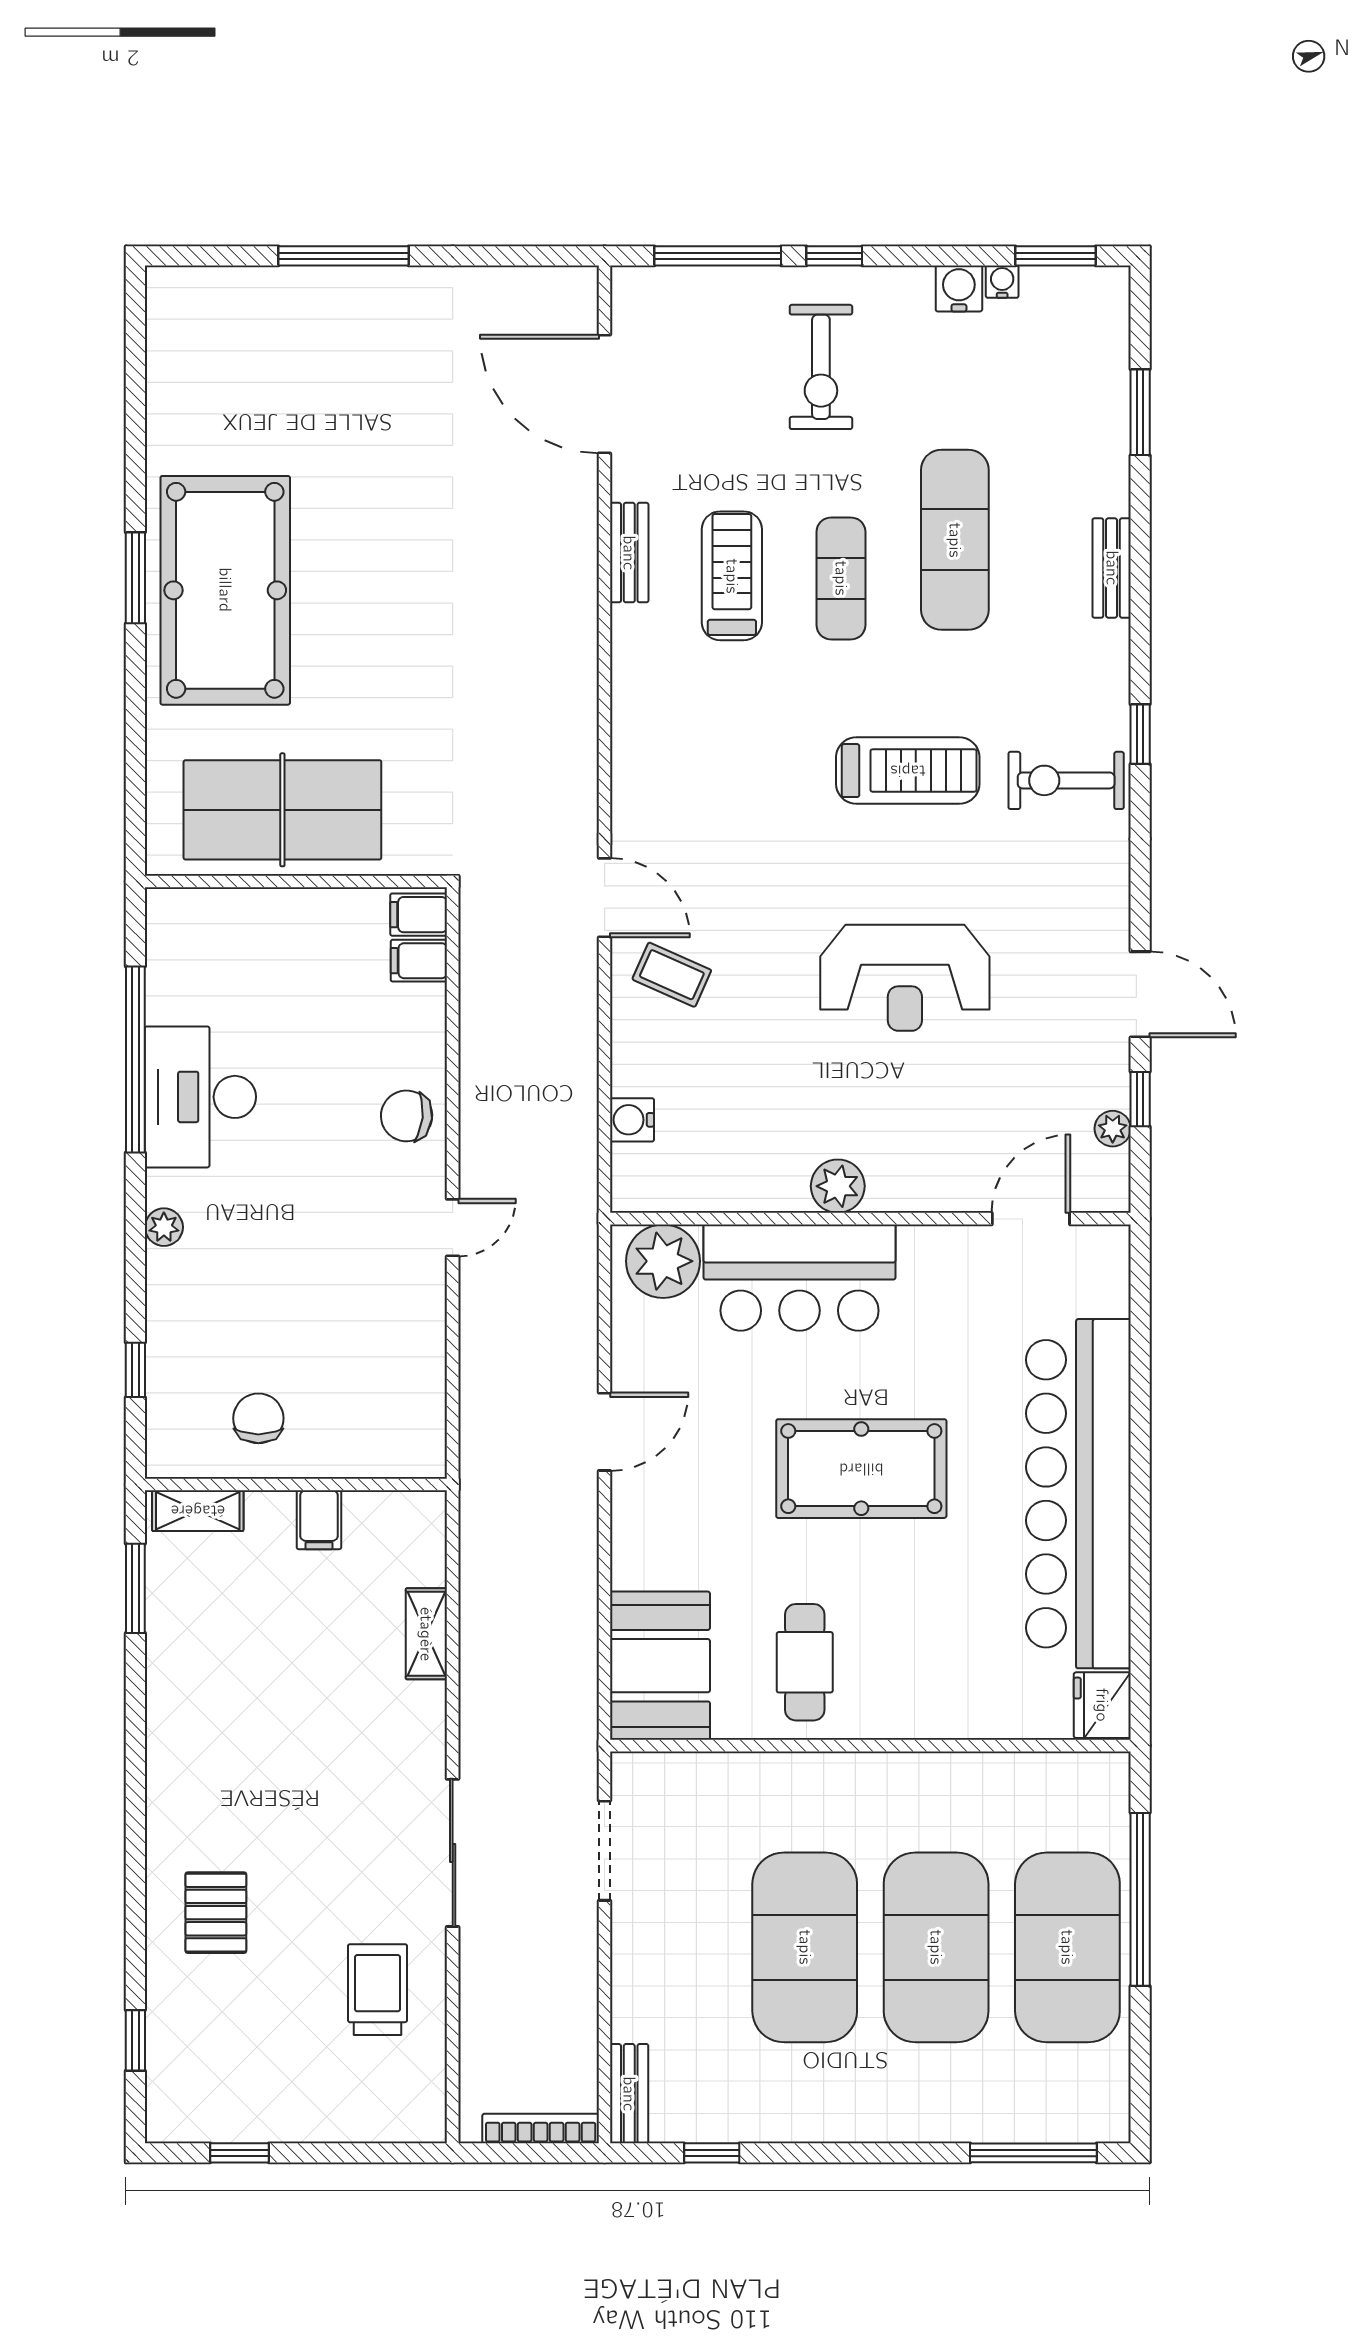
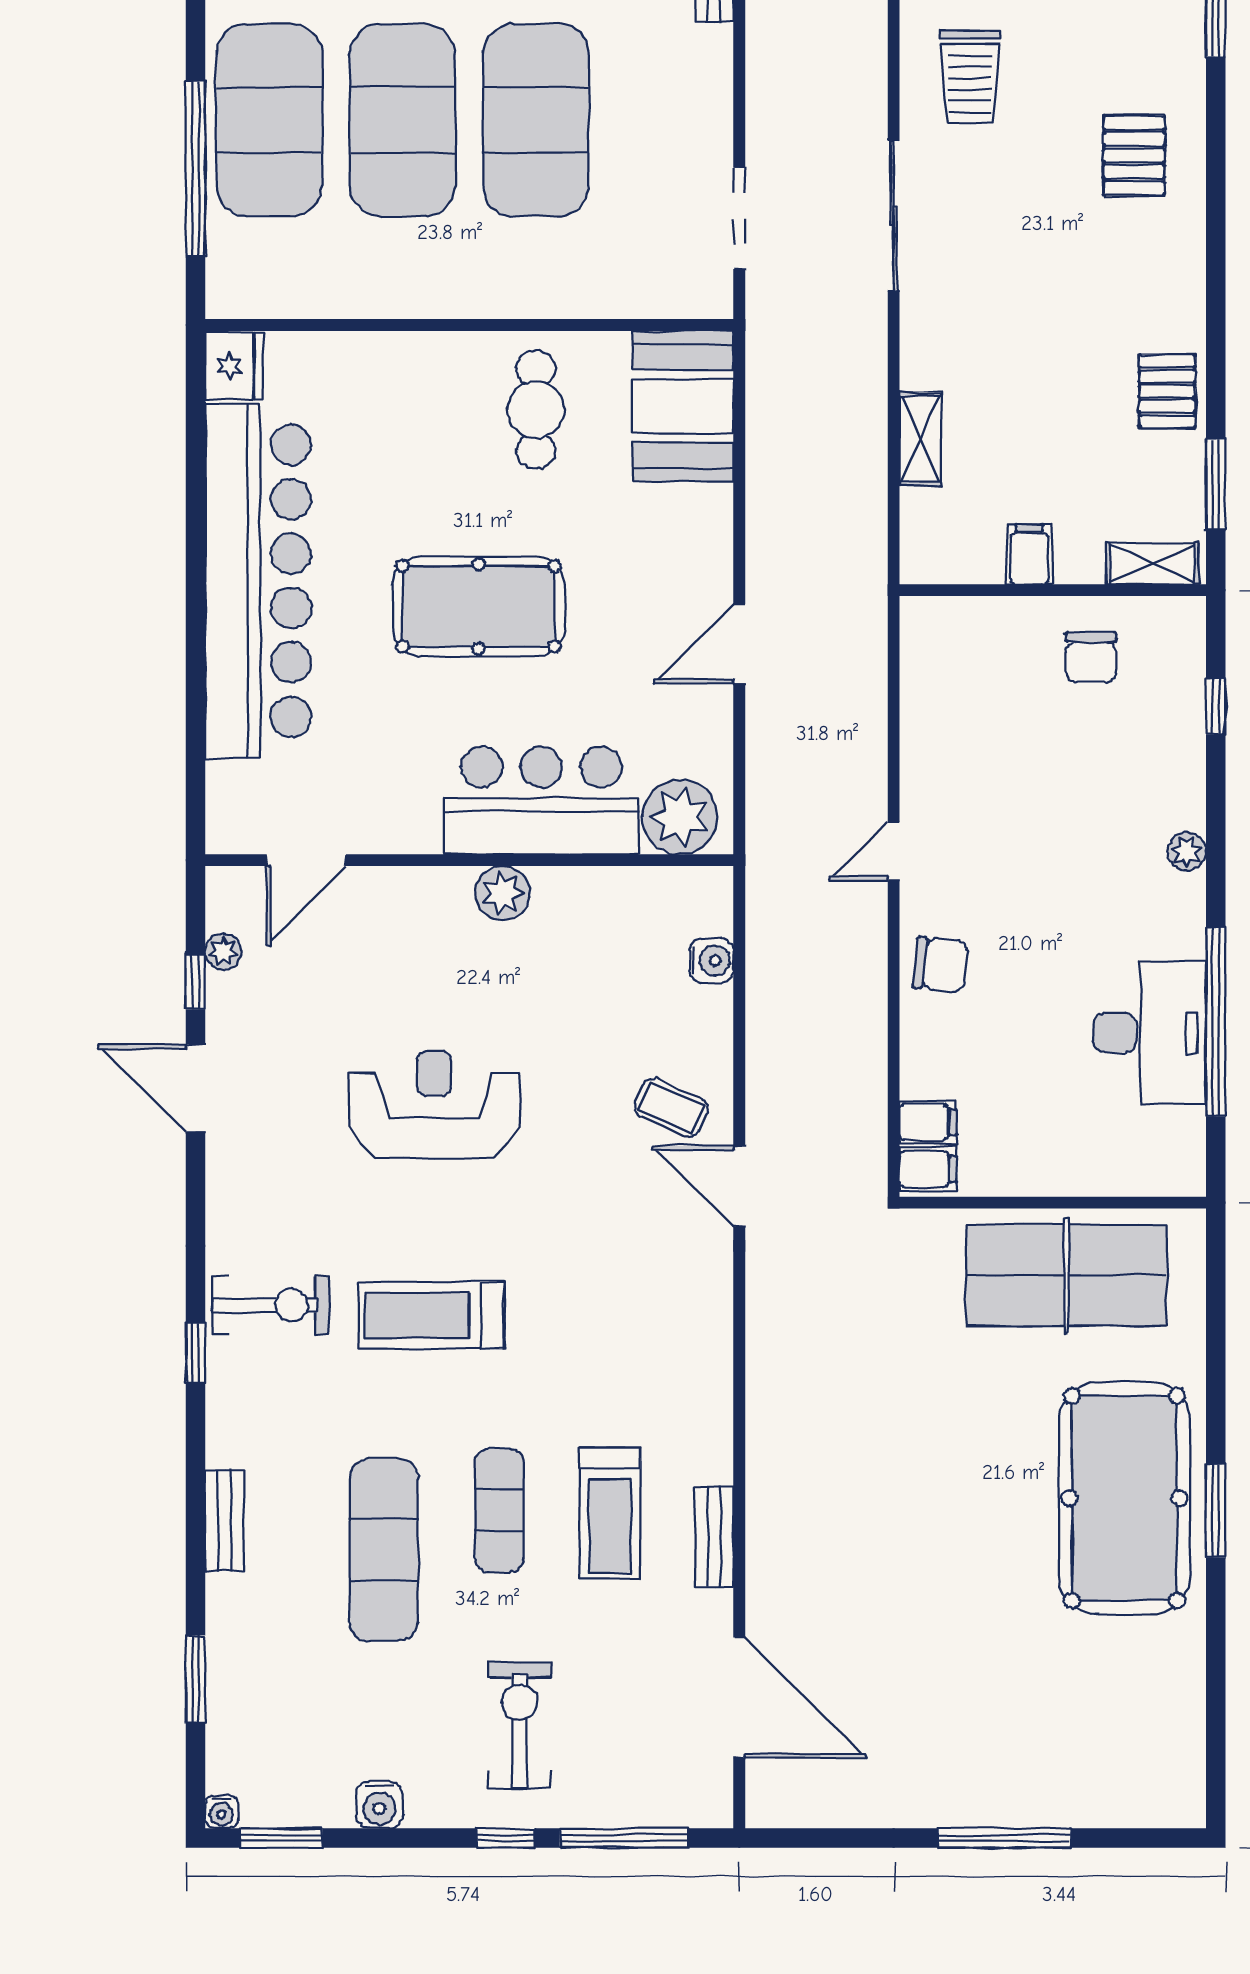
water cooler: (1002, 282) -> (222, 1812), moved
desk: (200, 1097) -> (1150, 1033), moved
pallet: (183, 1680) -> (1167, 391), added

